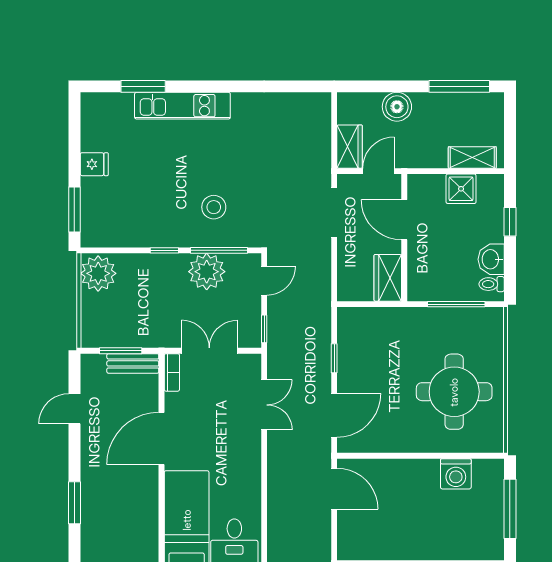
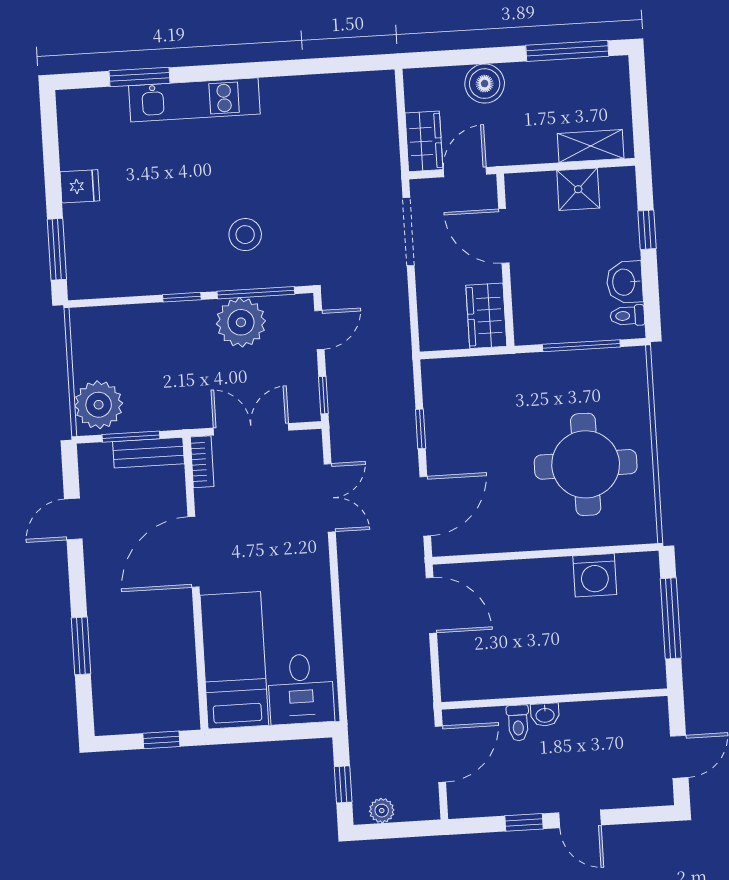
plant: (98, 273) -> (99, 405), moved

